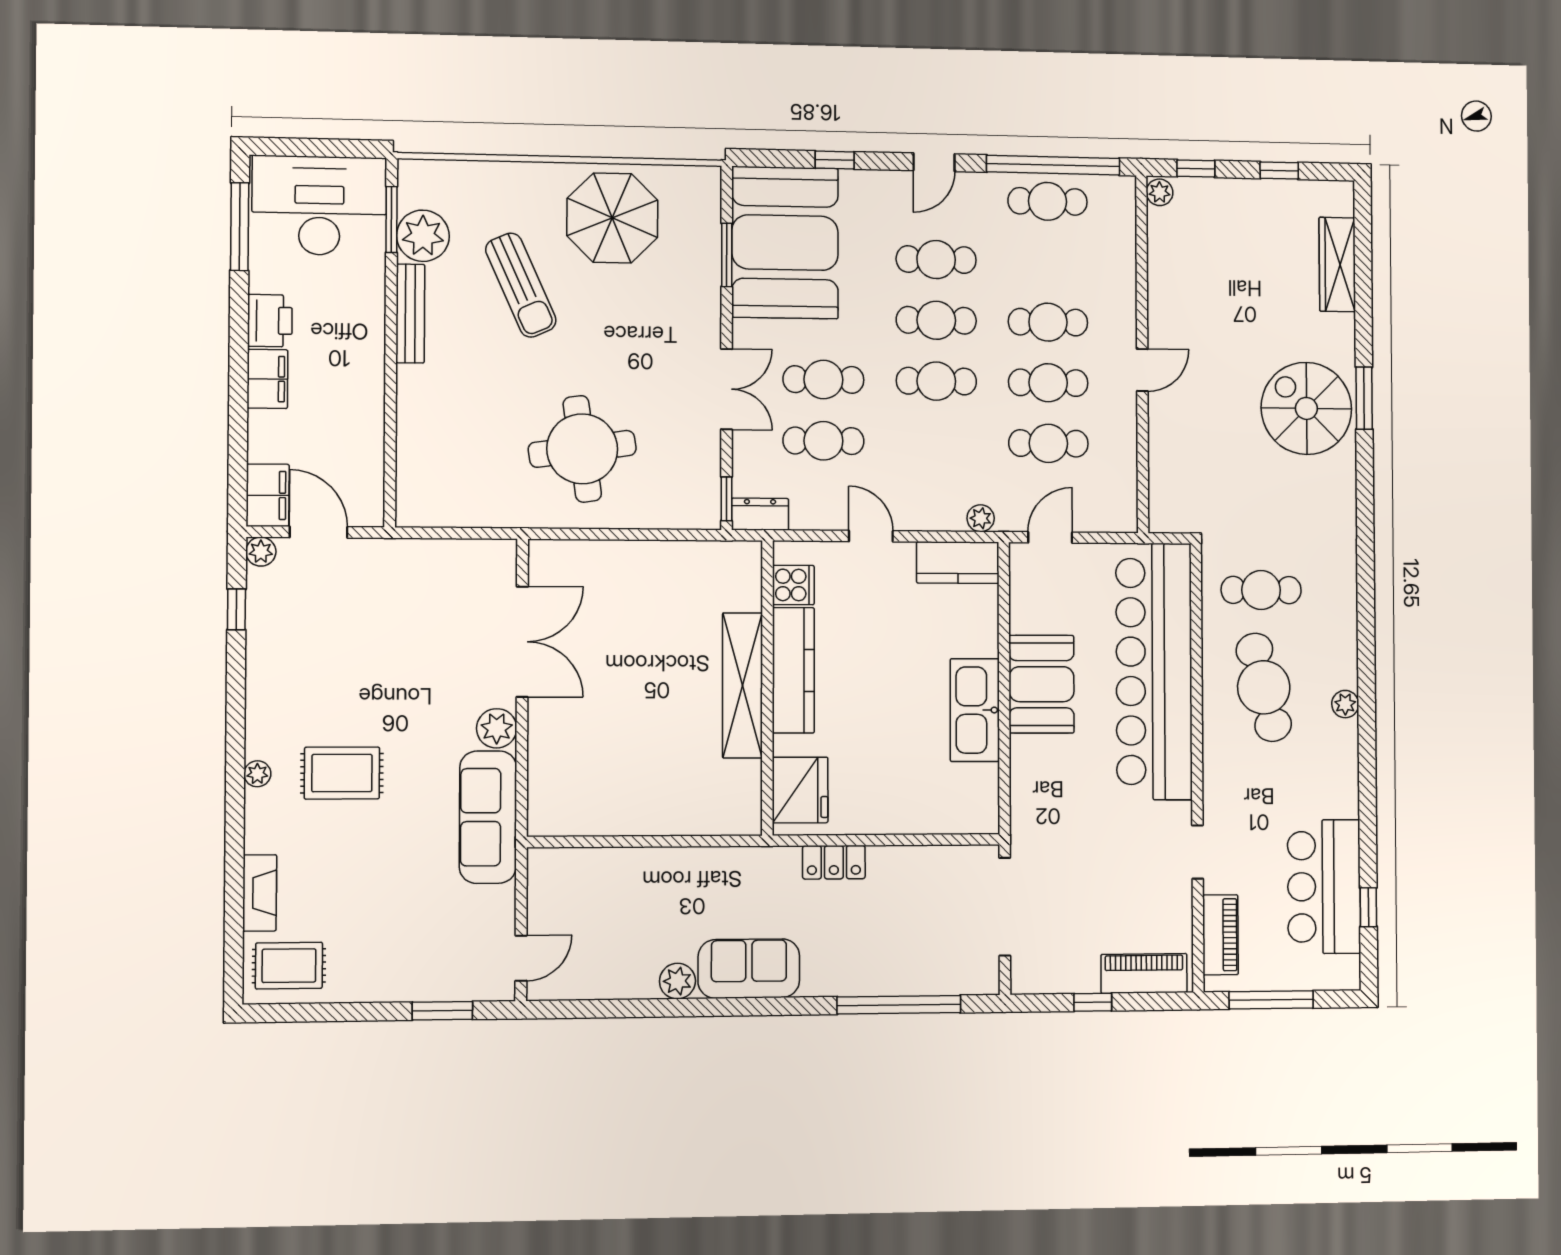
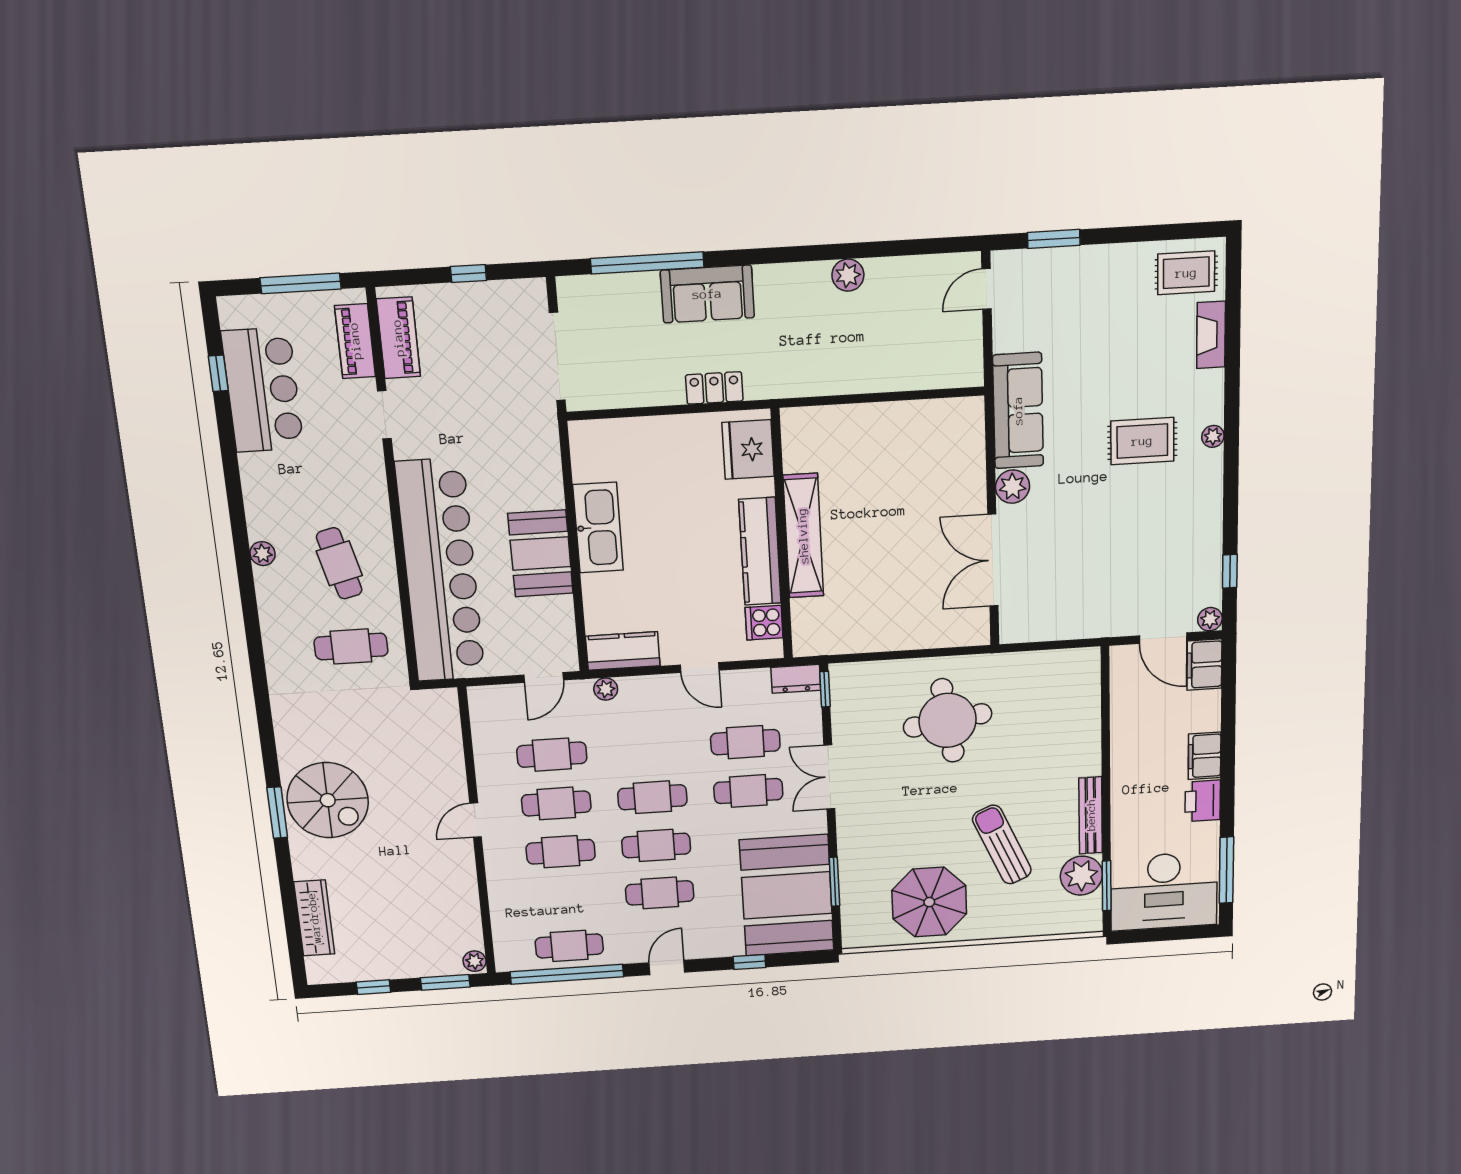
window: (1196, 169) -> (445, 982), width x1.50
cafe table: (1264, 687) -> (339, 563), width x0.73, depth x0.74
sofa: (749, 969) -> (707, 294), moved
piano: (1144, 973) -> (398, 338), moved, turned -90

